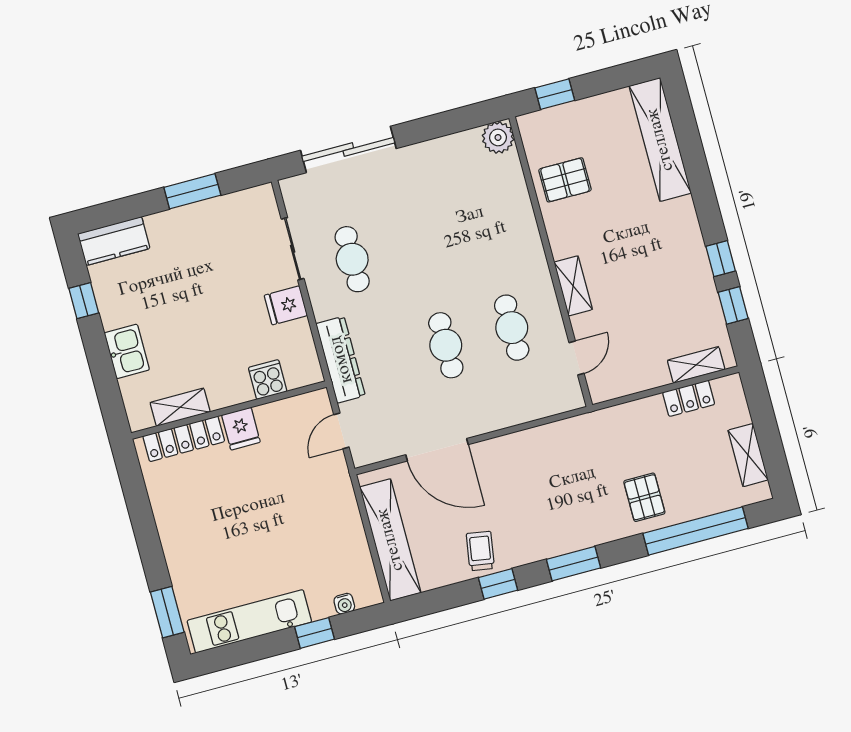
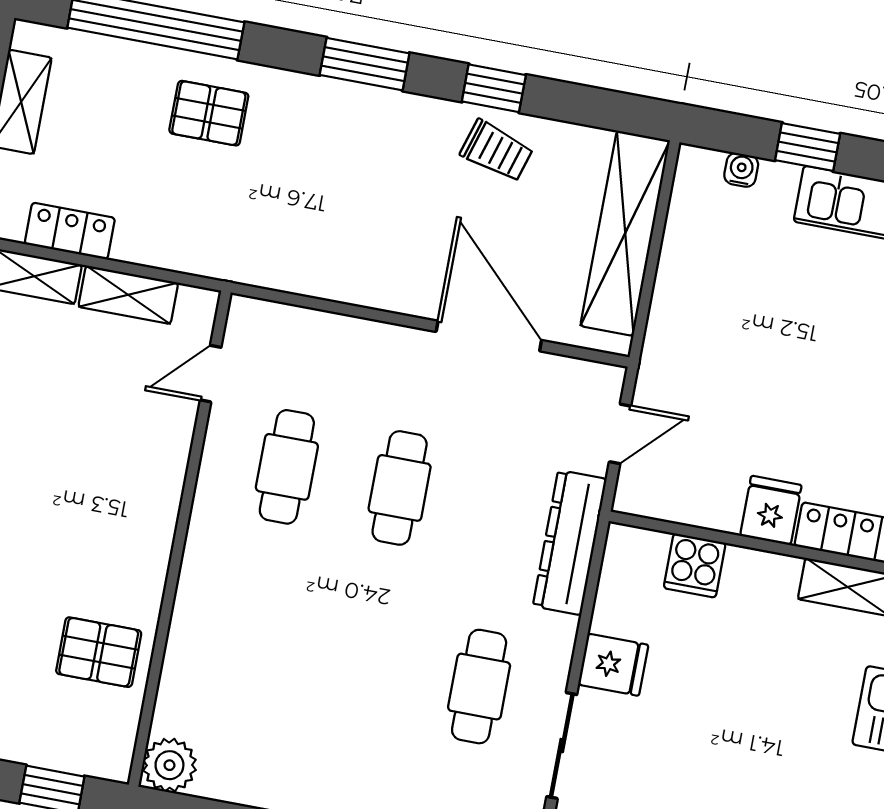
shelving: (573, 286) -> (128, 295), moved, turned 90
pallet: (644, 497) -> (209, 113), turned 90
trolley: (480, 551) -> (497, 151), turned -82

